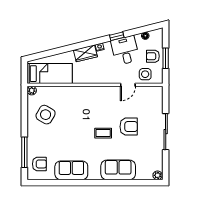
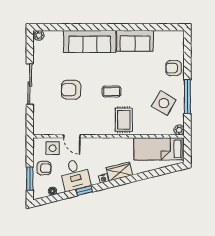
window: (166, 58) -> (30, 179), moved
door: (128, 85) -> (72, 136), swing flipped
rug: (81, 100) -> (124, 120), added
coffee table: (103, 133) -> (112, 91), moved
window: (24, 152) -> (187, 97), moved
armchair: (39, 164) -> (174, 68), moved
sofa: (118, 170) -> (90, 41), width x1.36

